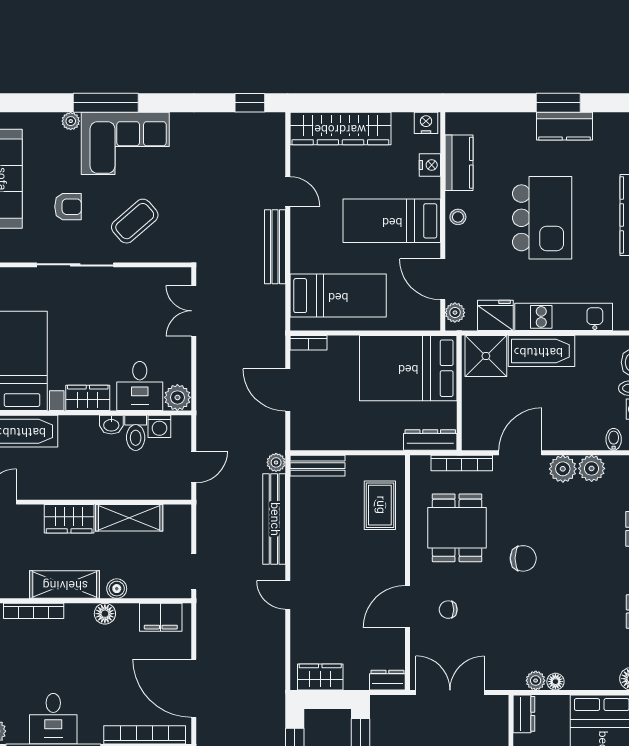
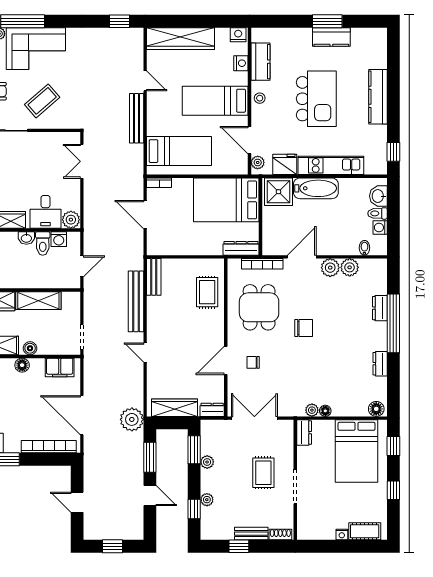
plant: (276, 462) -> (132, 419), moved, width x1.87, depth x1.87
bench: (317, 466) -> (154, 277), moved, turned 90
wardrobe: (320, 677) -> (175, 408), width x1.50

